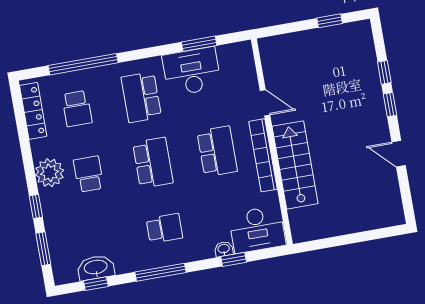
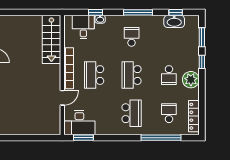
window: (330, 21) -> (18, 138), removed
window: (199, 44) -> (83, 138), moved
desk: (192, 71) -> (79, 123), moved
door: (265, 103) -> (62, 98), swing flipped
stairs: (295, 165) -> (51, 39), moved
school desk: (164, 228) -> (132, 37), turned 90
desk: (257, 229) -> (83, 27), width x0.73

